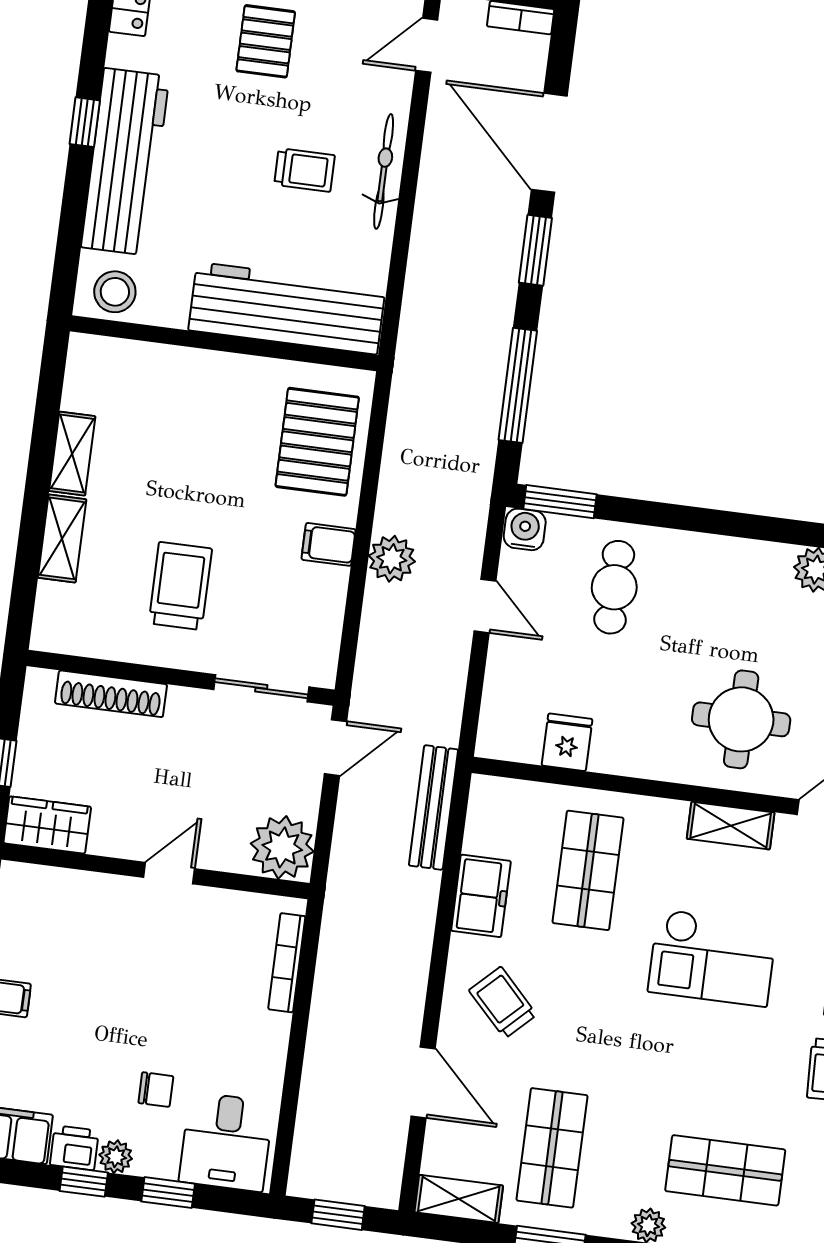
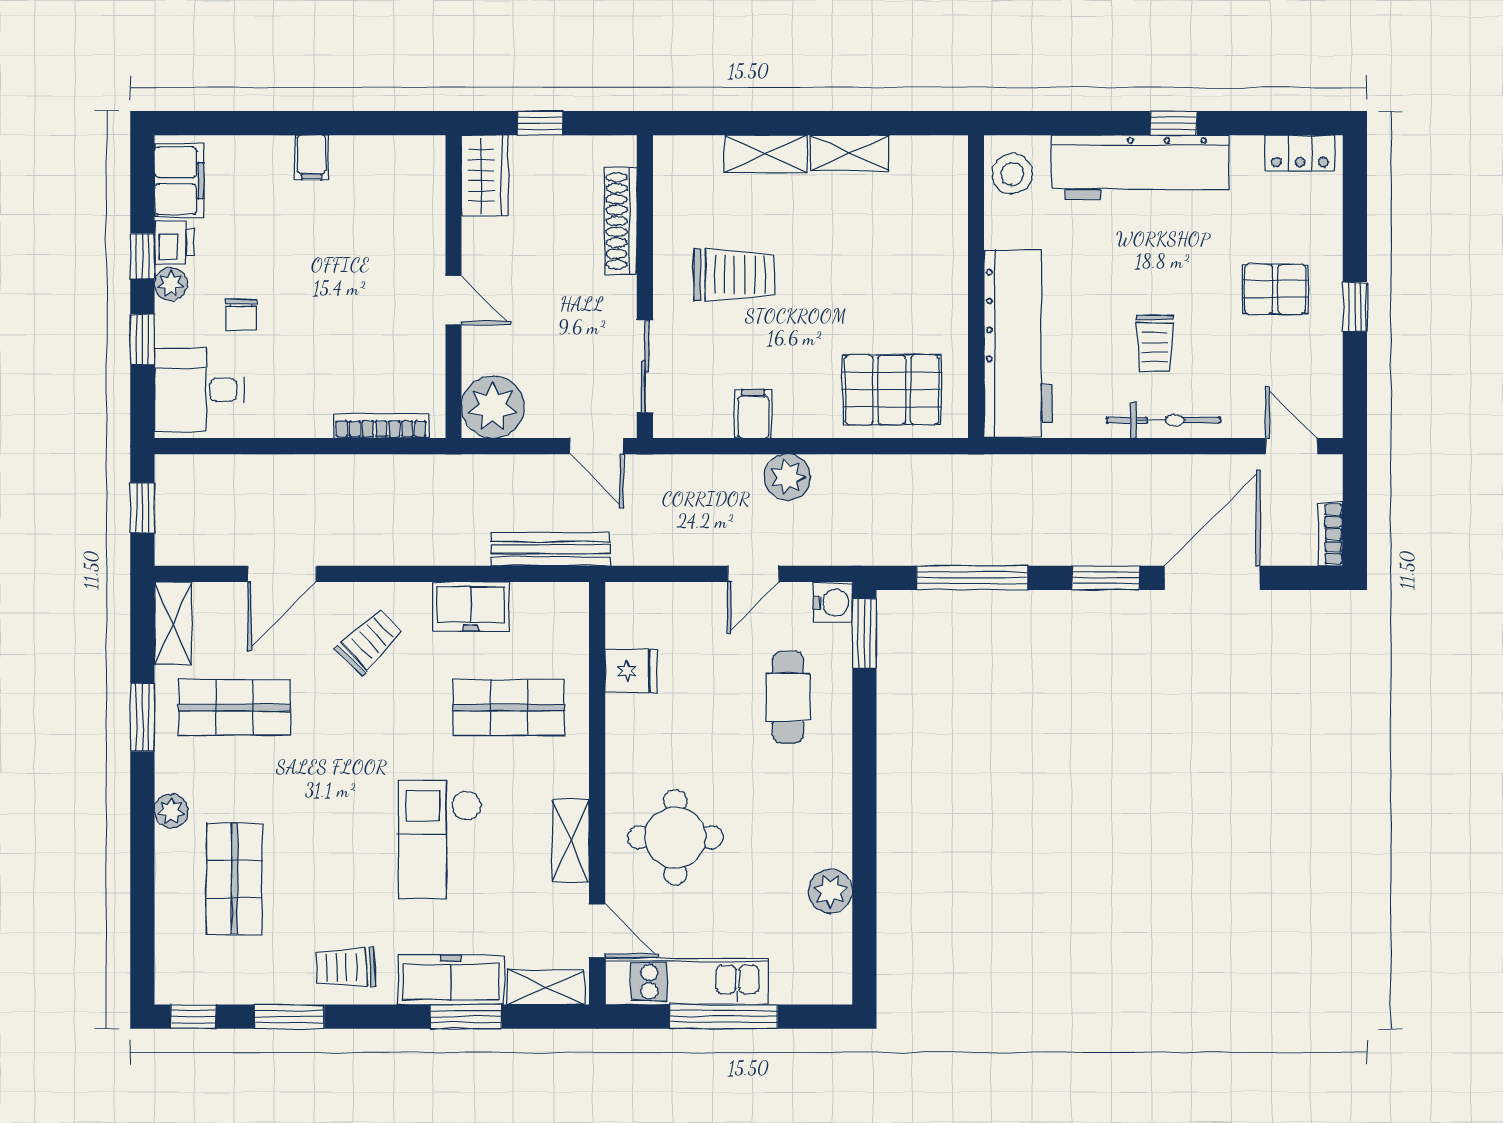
filing cabinet: (329, 544) -> (753, 414), moved
cafe table: (614, 587) -> (788, 697), turned 90

